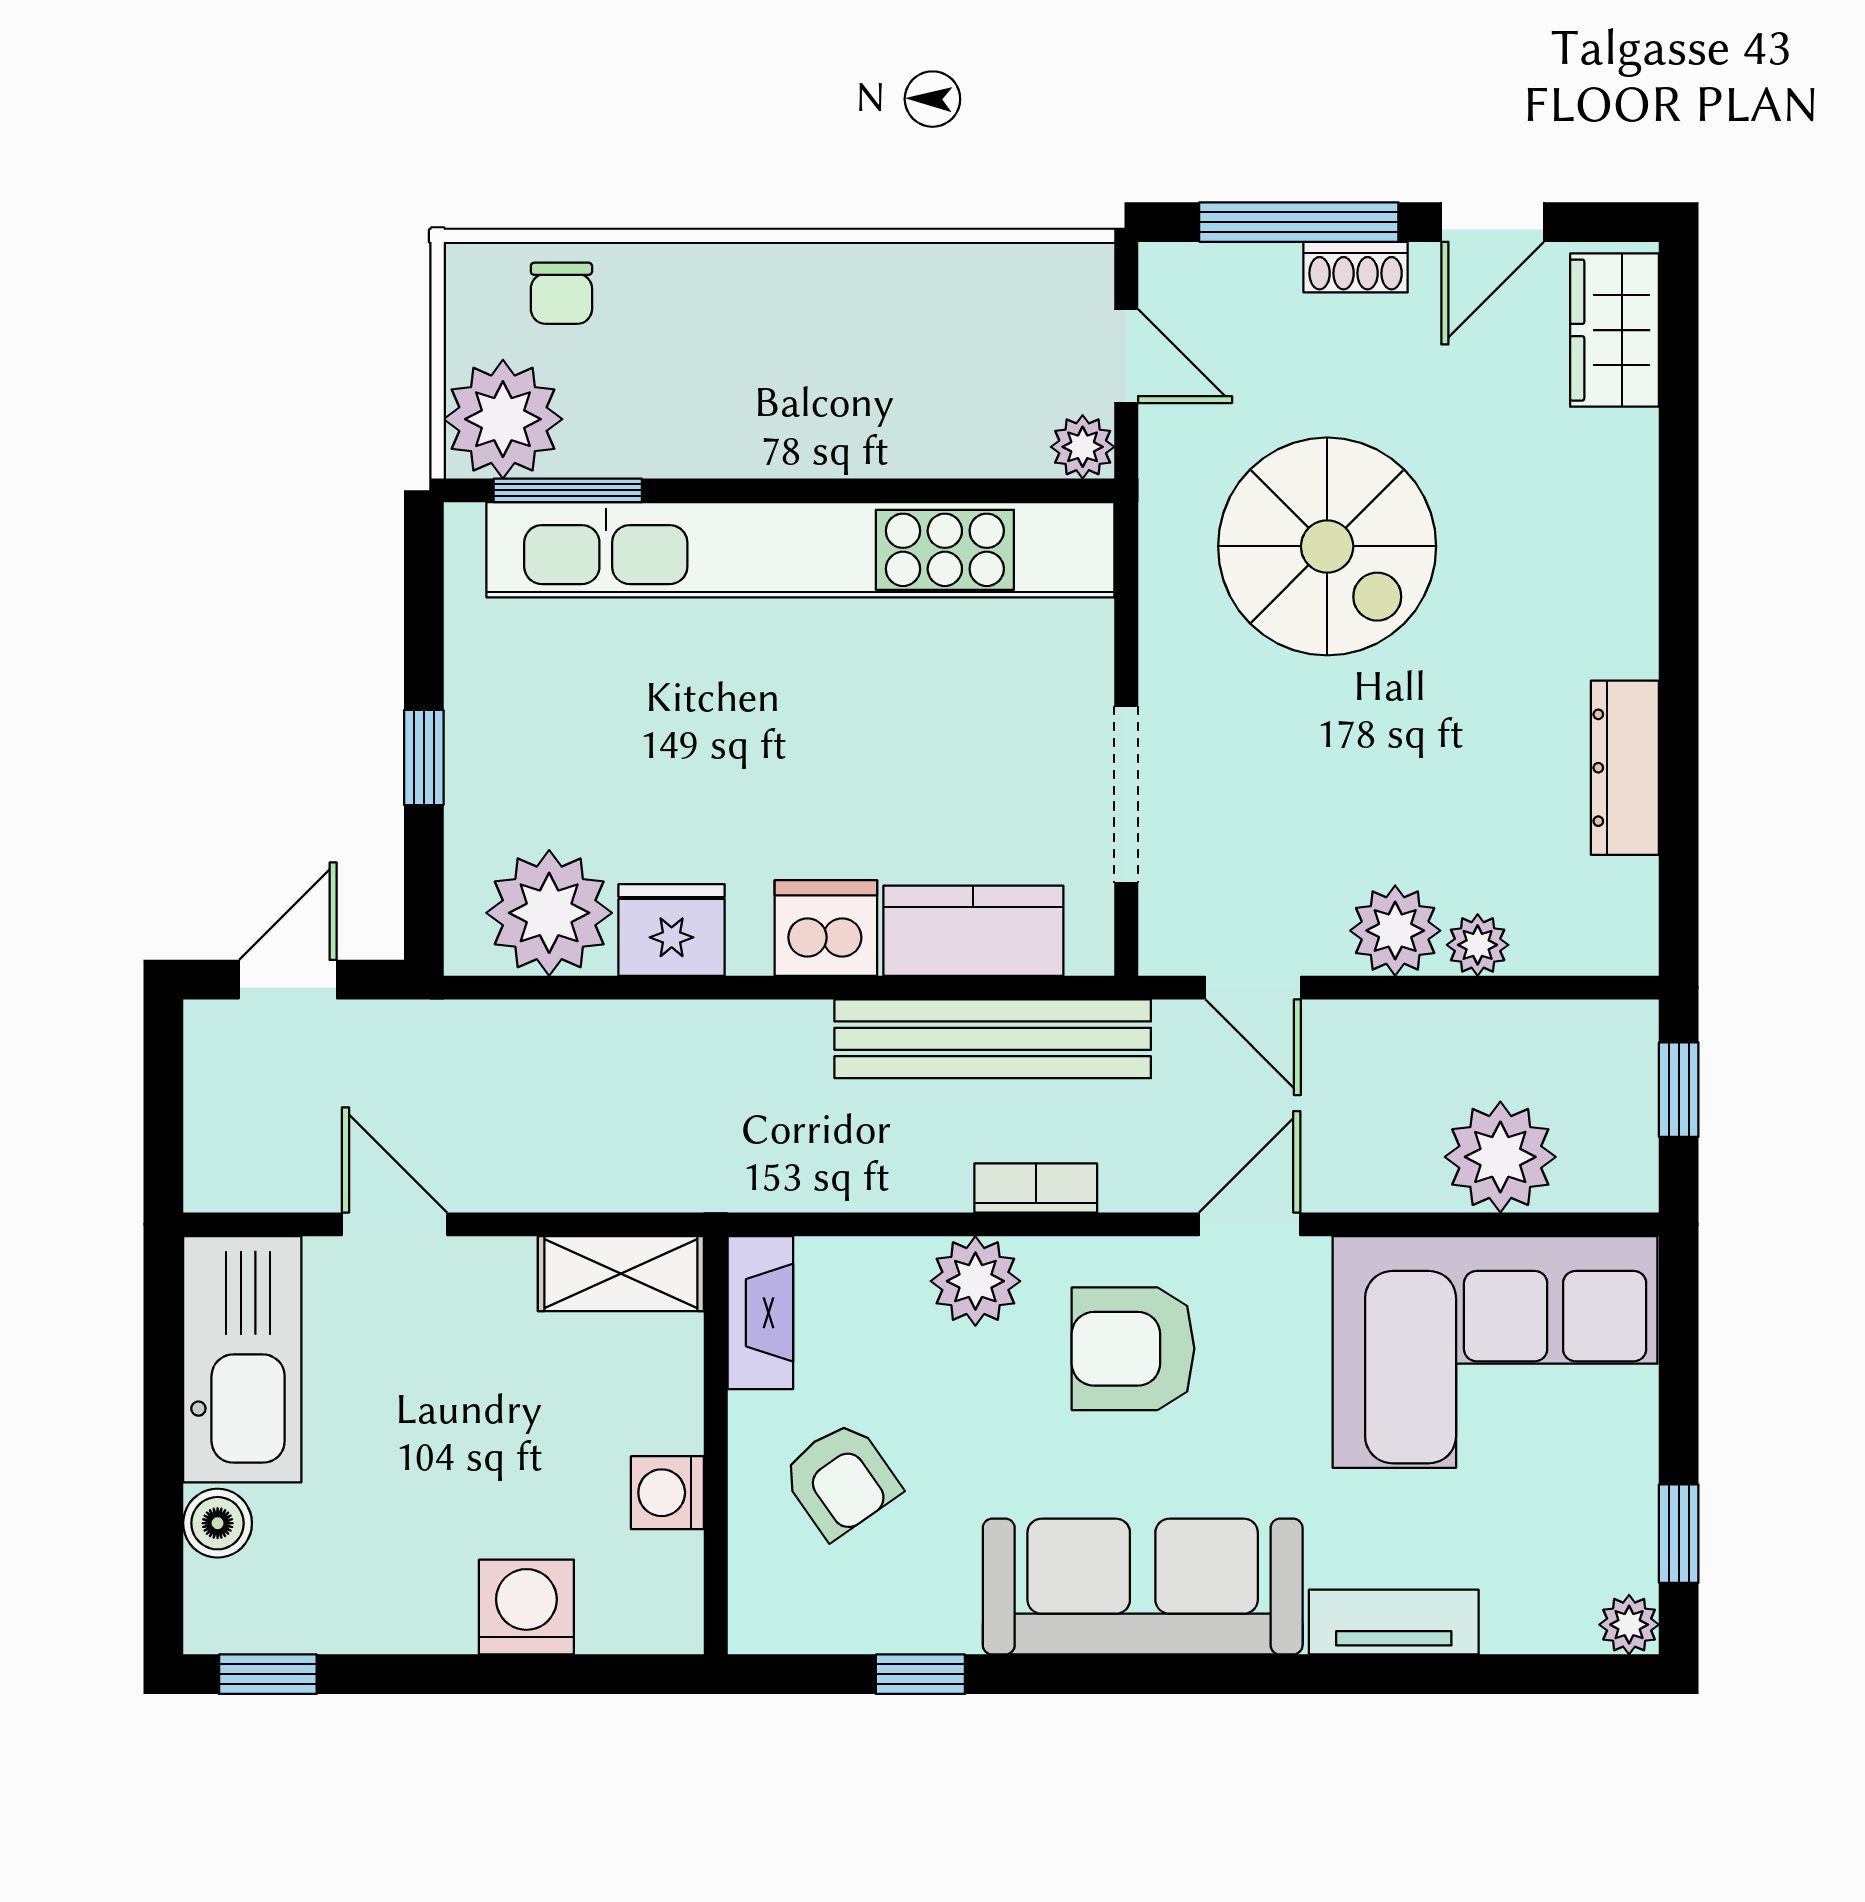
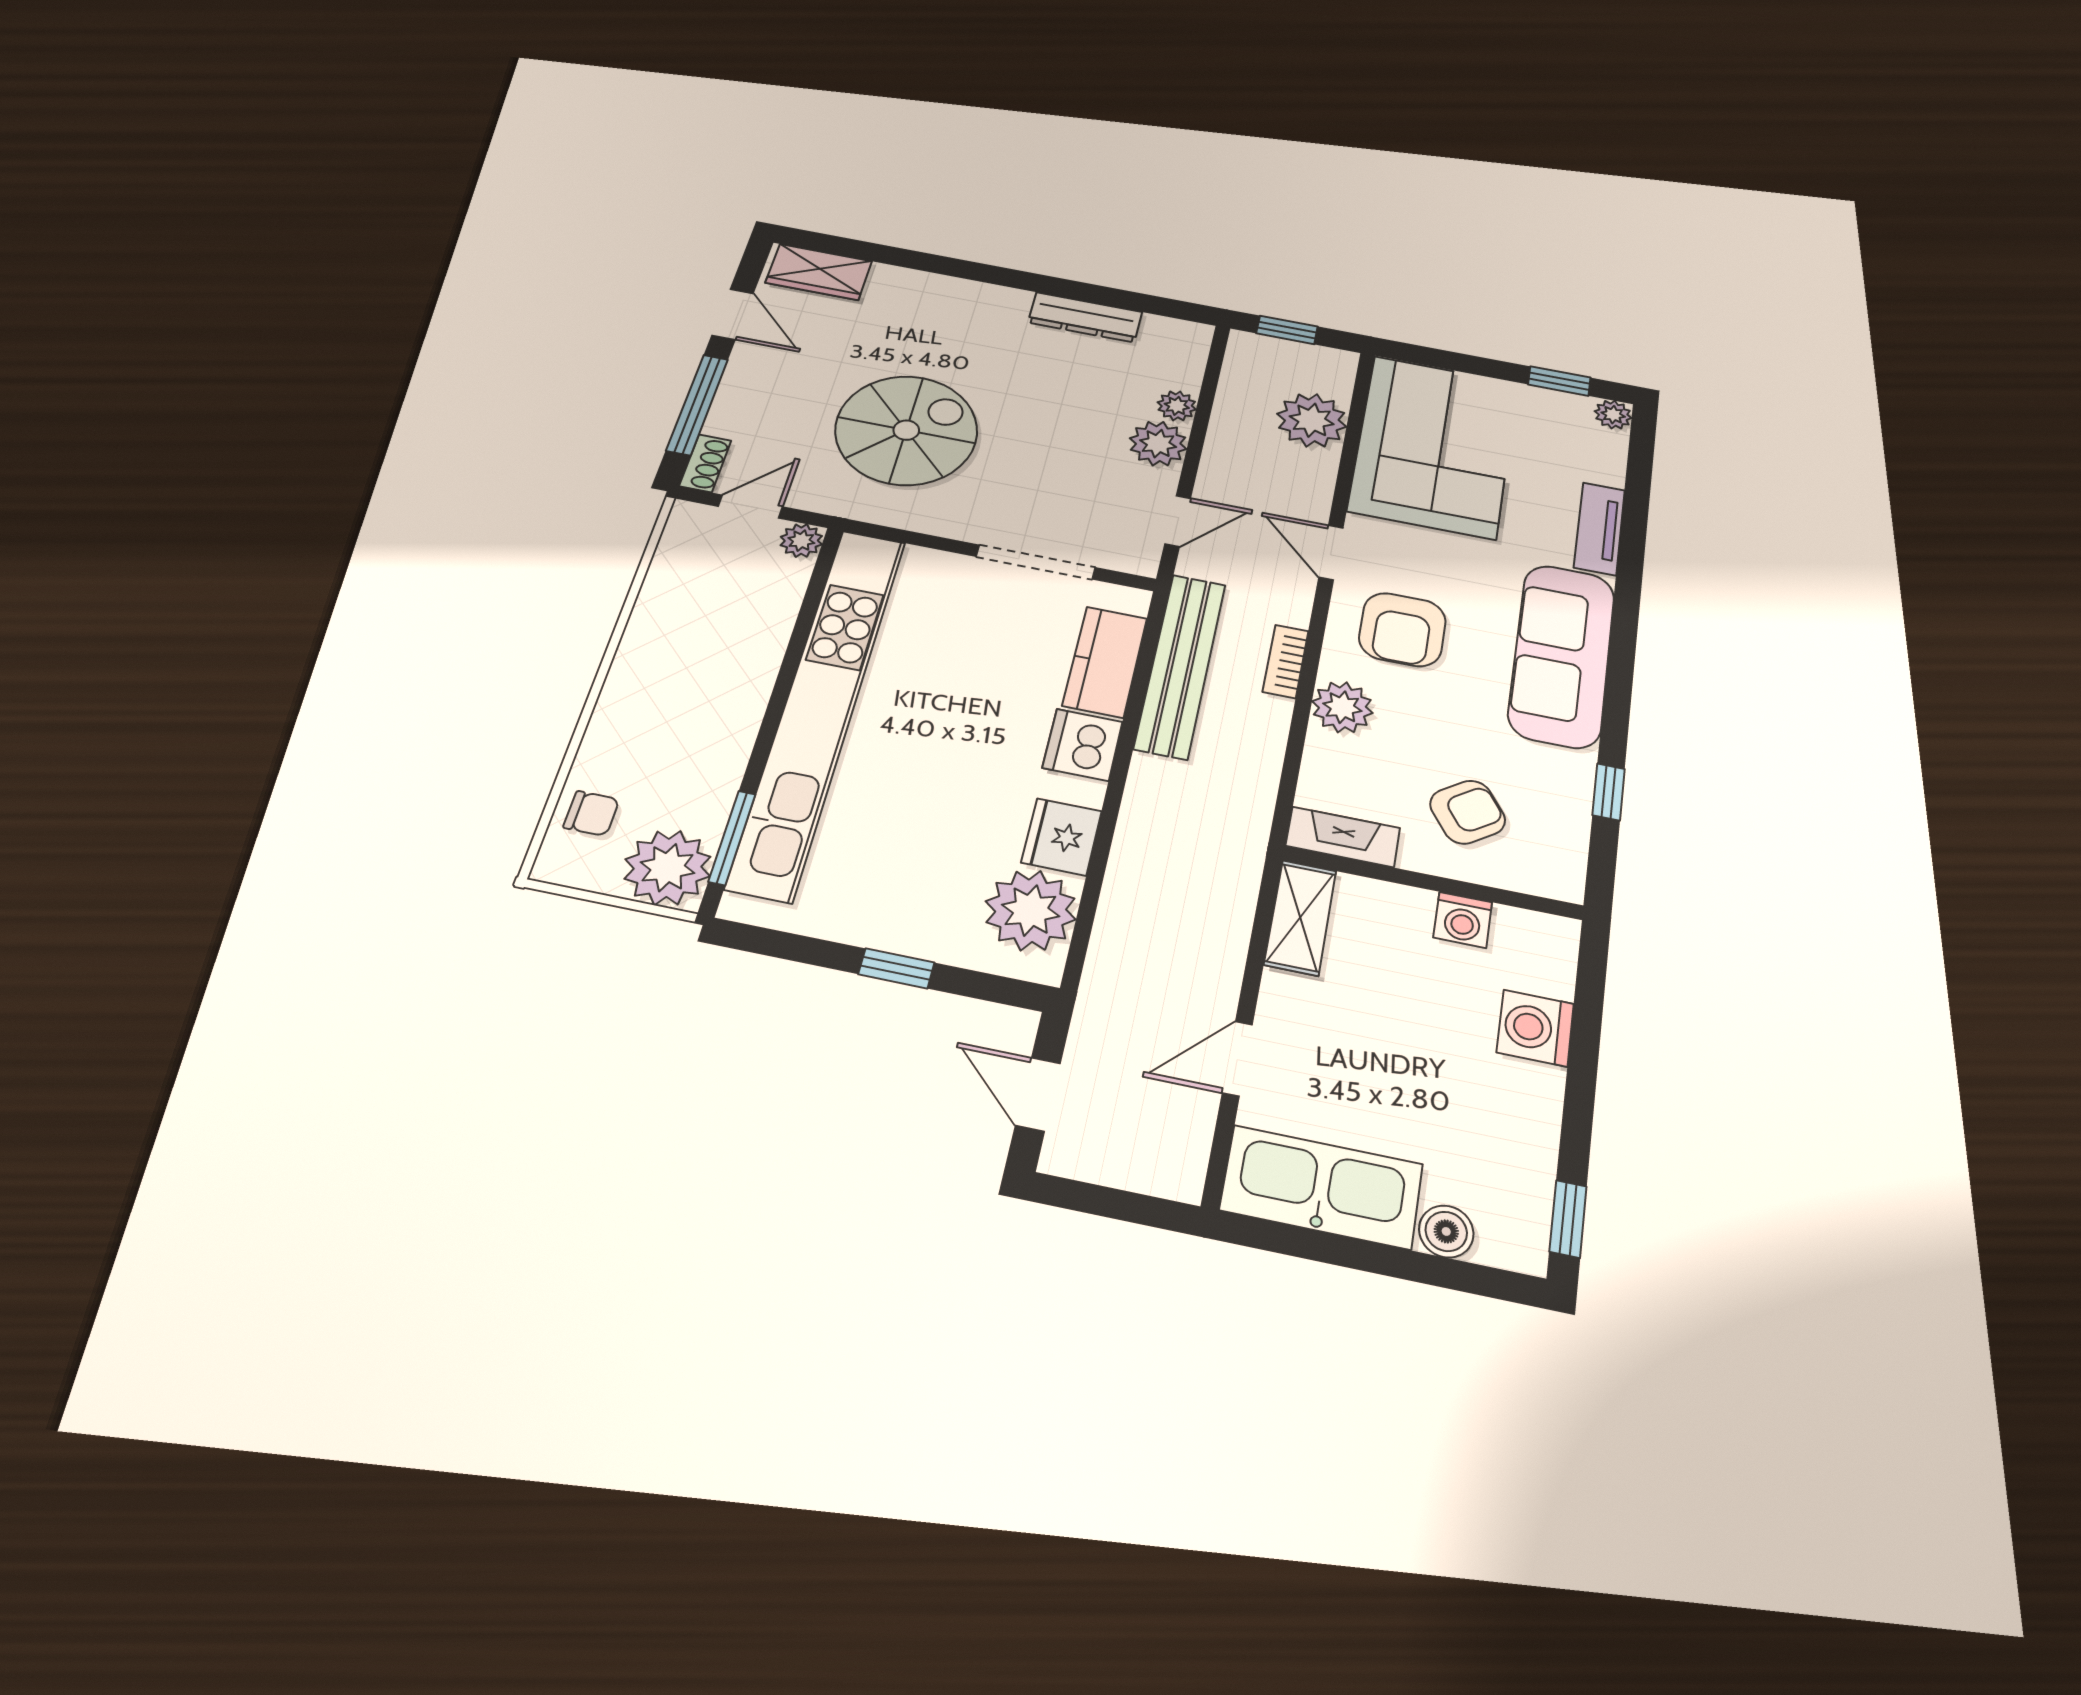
shoe rack: (1356, 267) -> (705, 463), moved

